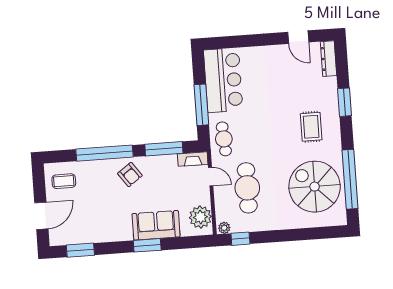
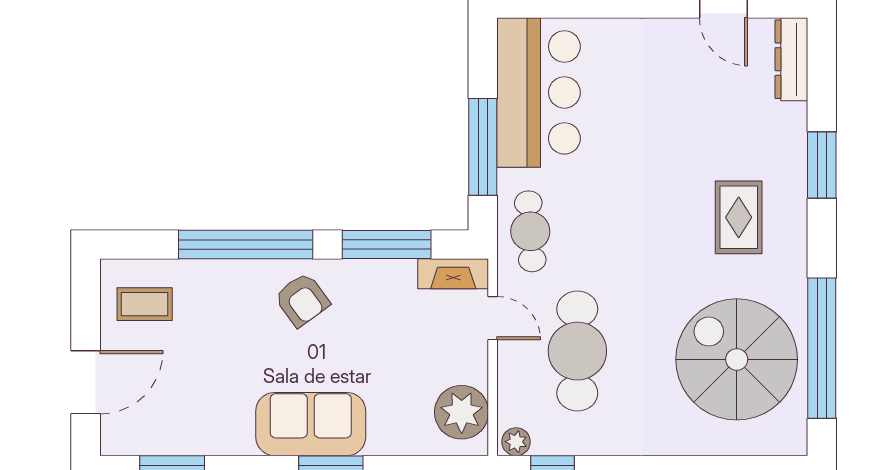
sofa: (156, 225) -> (311, 424), moved

